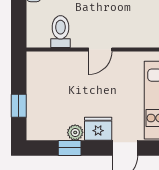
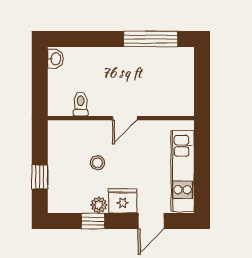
toilet: (60, 32) -> (81, 104), width x0.73, depth x0.72
stool: (74, 92) -> (97, 163), added

